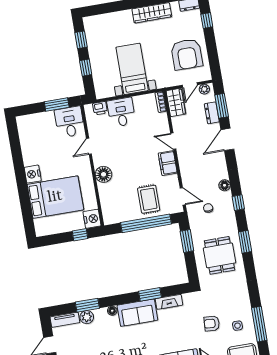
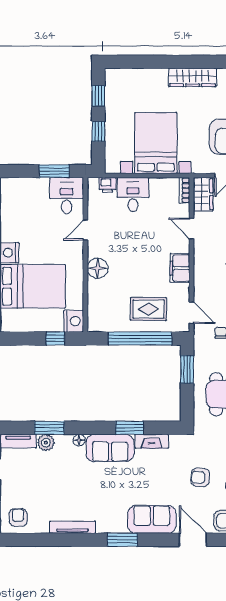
bed with nightstands: (132, 69) -> (156, 143), width x1.36
door: (173, 141) -> (192, 229), moved
rug: (149, 199) -> (149, 309), turned 90

